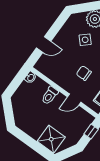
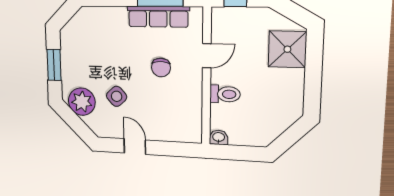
door: (44, 45) -> (135, 147), moved
door: (74, 100) -> (207, 56), hinge flipped

